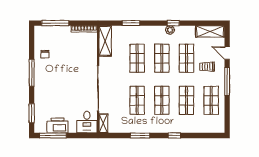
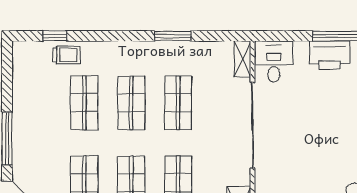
trolley: (207, 67) -> (66, 55), moved
shop shelf: (211, 100) -> (37, 103), removed
window: (174, 135) -> (55, 36), moved

